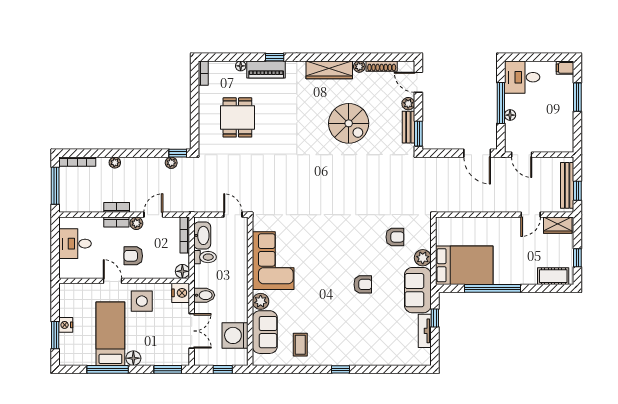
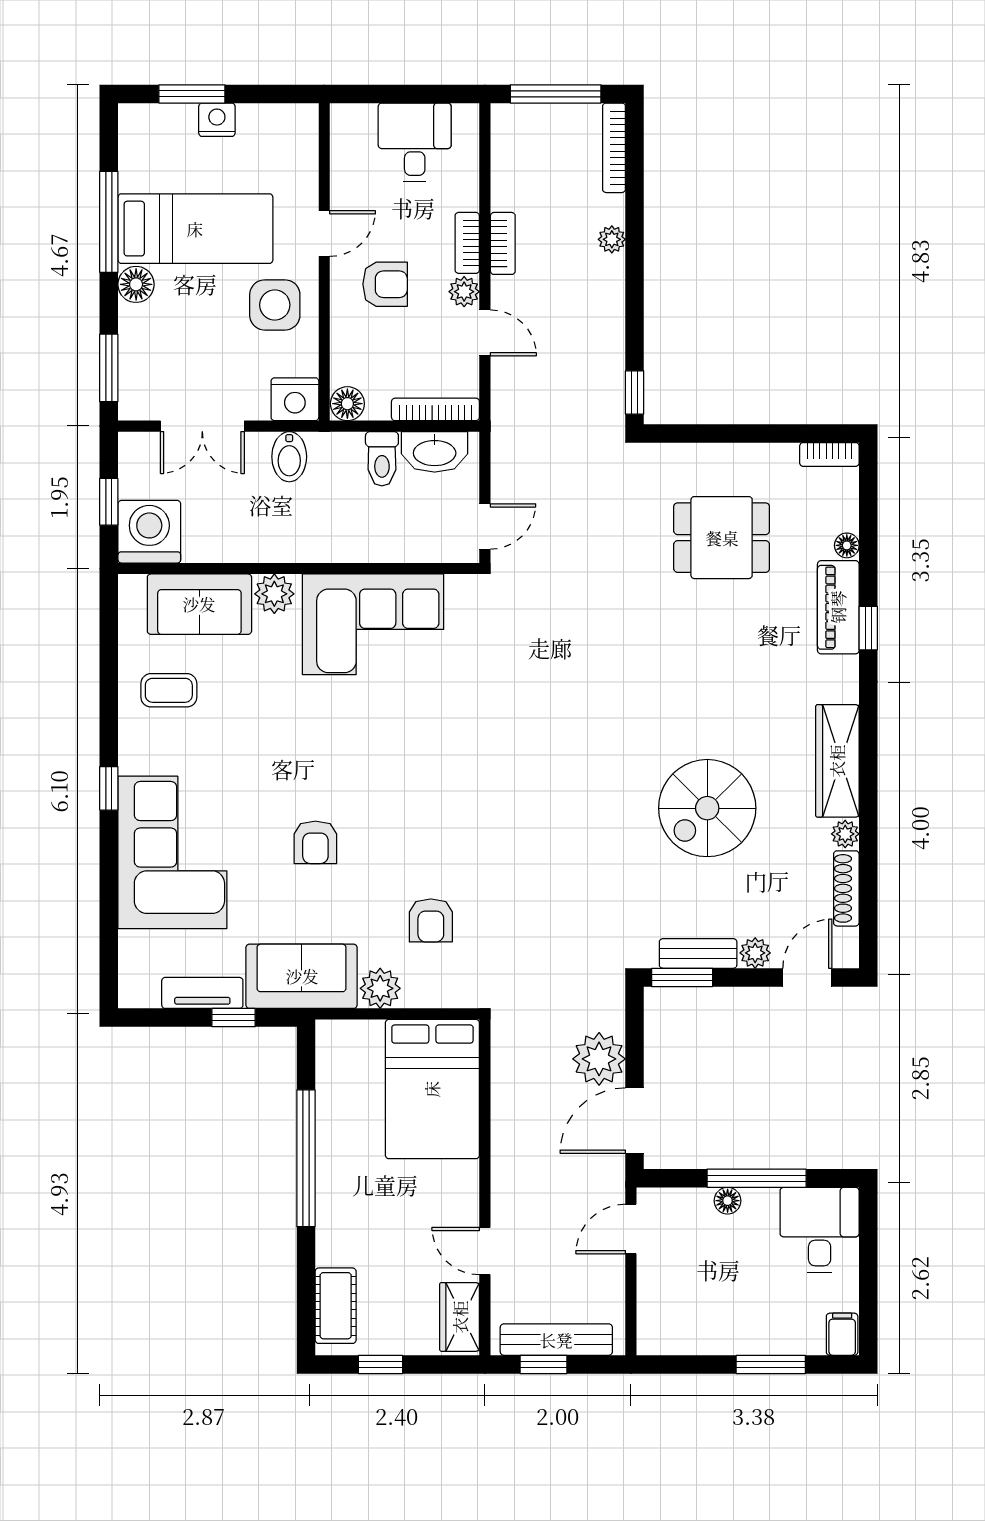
plant: (171, 163) -> (599, 1059), moved, width x1.88, depth x1.88
armchair: (133, 256) -> (385, 284), turned 90
bed: (464, 265) -> (432, 1089), moved
washing machine: (235, 335) -> (149, 532), moved
corner sofa: (367, 343) -> (172, 852), added

